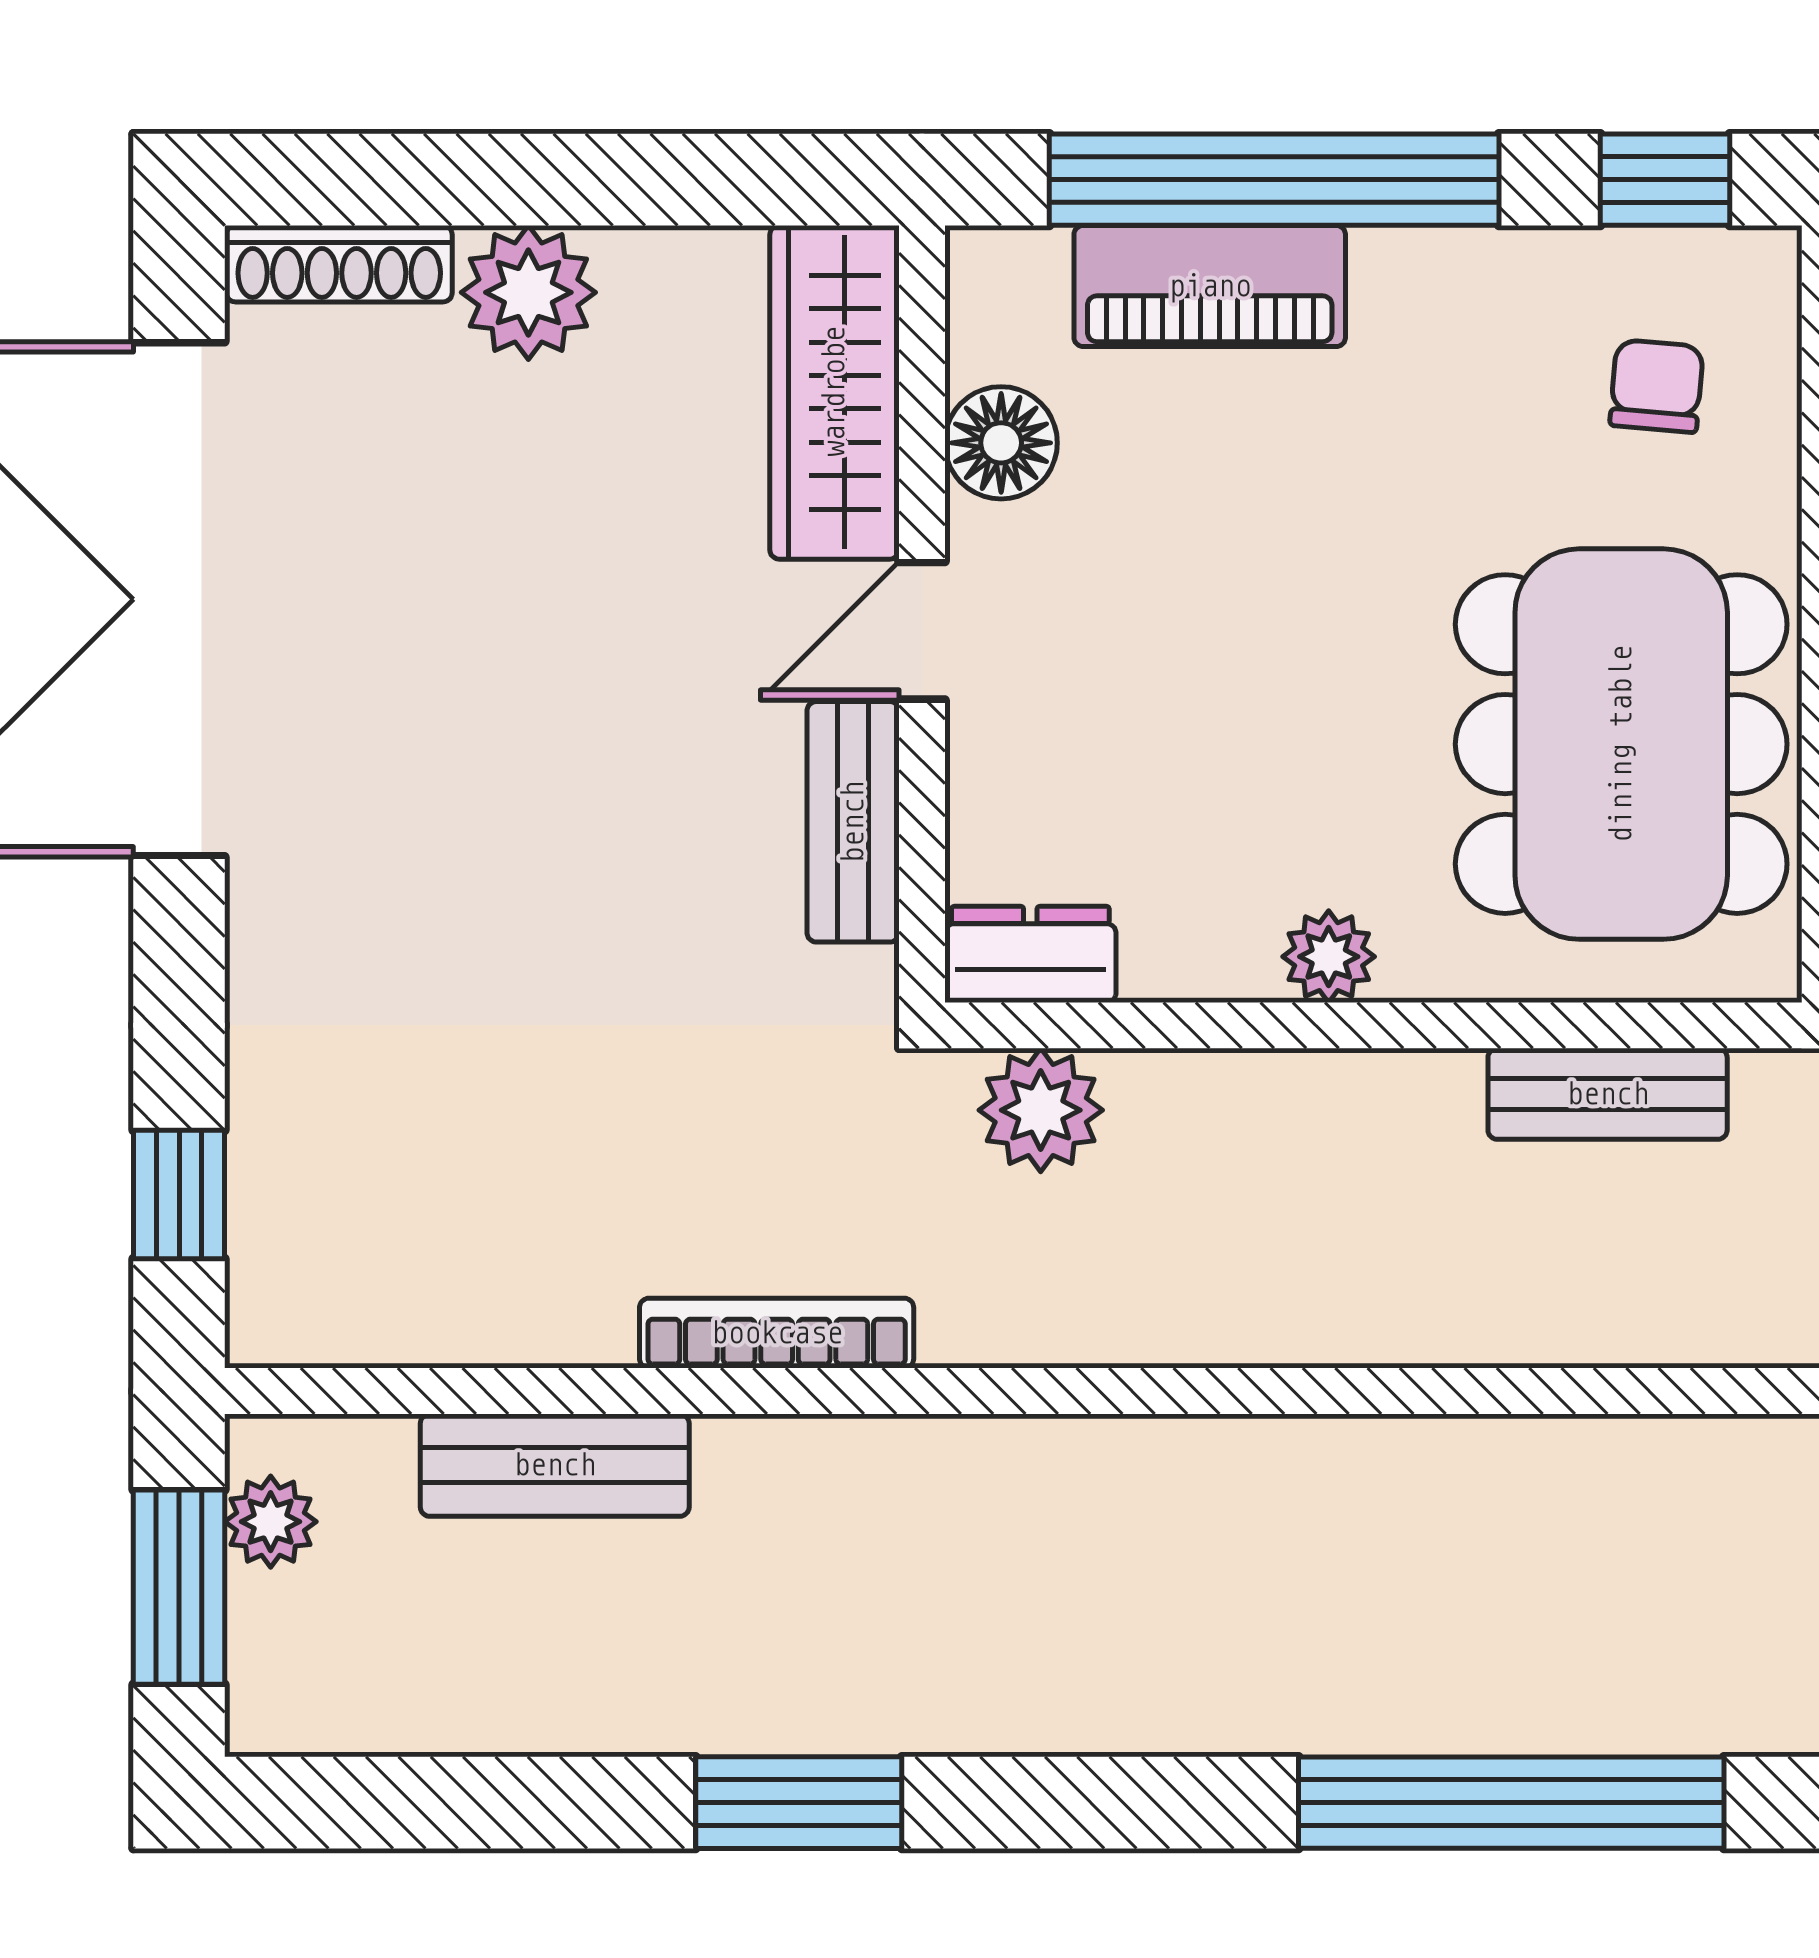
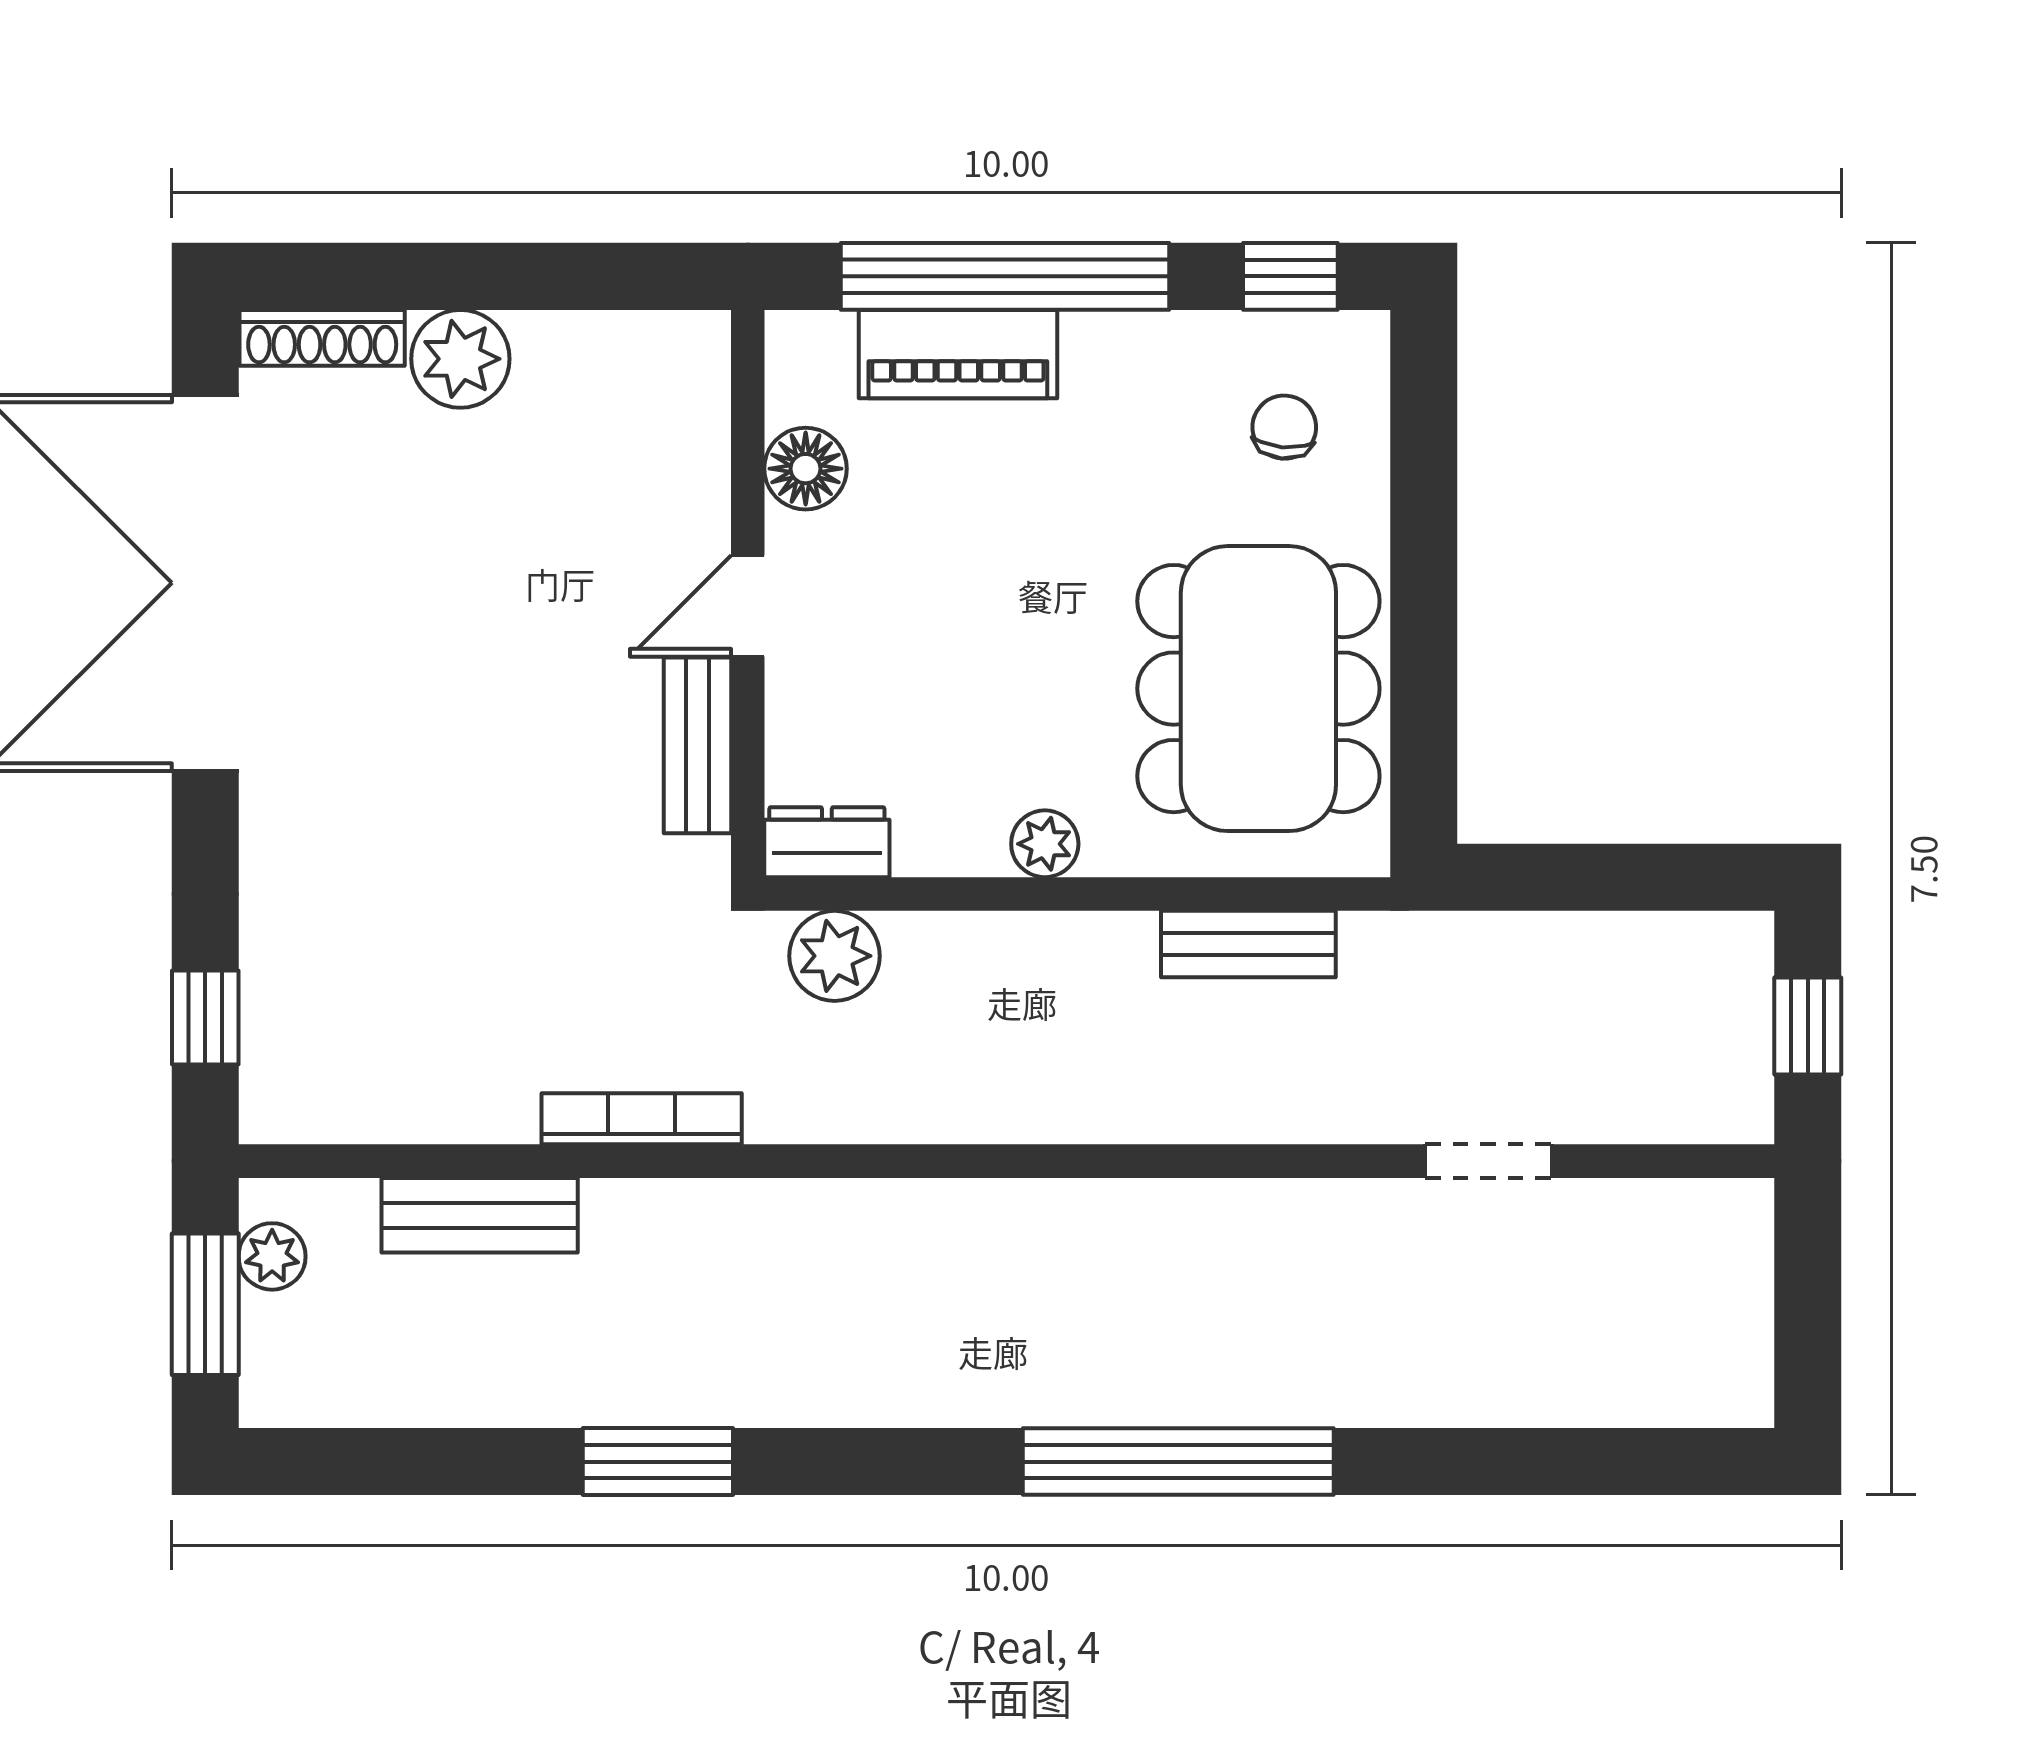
wardrobe: (834, 392) -> (684, 432), removed

